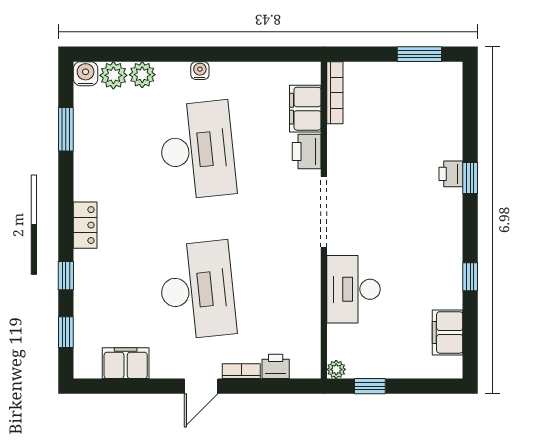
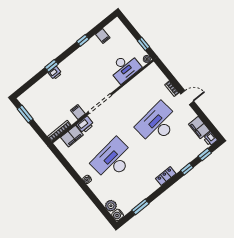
plant: (142, 75) -> (103, 197), removed
filing cabinet: (342, 157) -> (78, 112), added
desk: (354, 289) -> (125, 68), moved
filing cabinet: (448, 332) -> (103, 36), width x0.50
printer: (276, 366) -> (210, 139), moved

